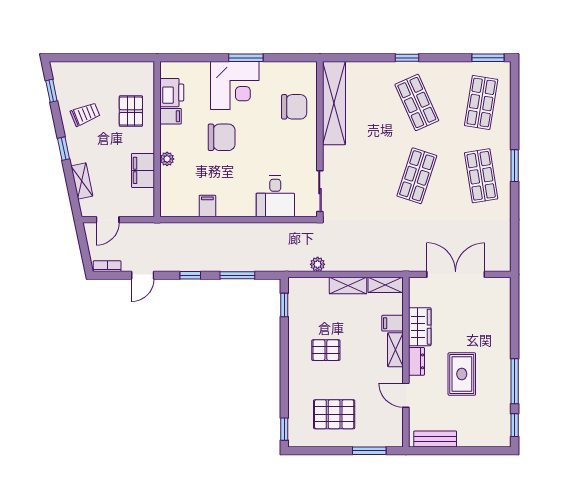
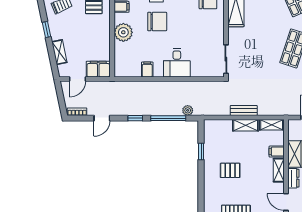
plant: (167, 159) -> (123, 32), width x1.87, depth x1.87
filing cabinet: (143, 170) -> (98, 69), moved, turned 90
desk: (275, 196) -> (177, 63), moved
plant: (318, 264) -> (188, 110), moved
bench: (345, 264) -> (244, 110), added
window: (237, 275) -> (168, 118), width x1.44
window: (284, 305) -> (201, 151), moved

